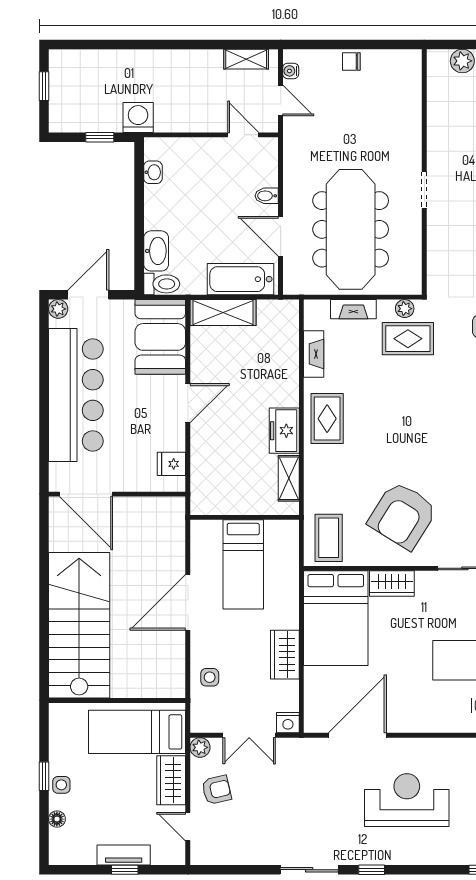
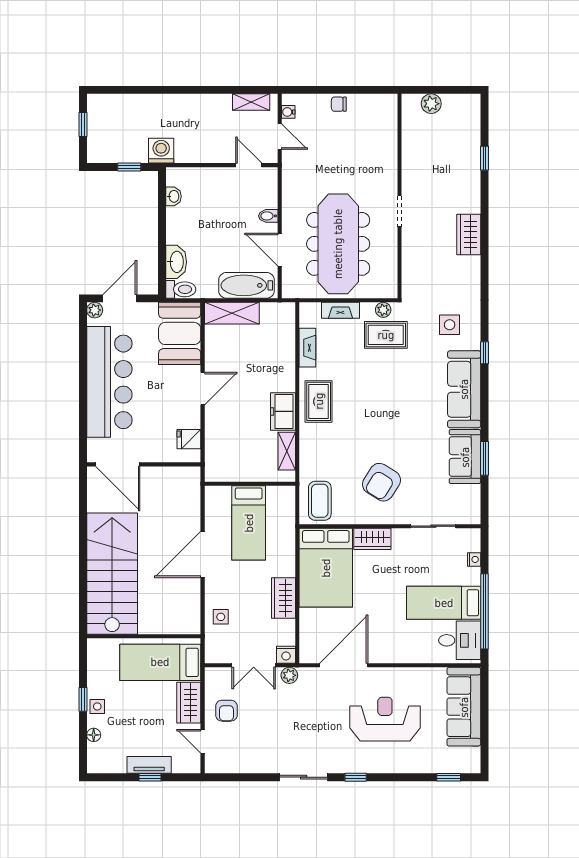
armchair: (403, 515) -> (381, 482), width x0.73, depth x0.73
plant: (200, 747) -> (289, 675), moved
armchair: (216, 790) -> (226, 711), turned 103

